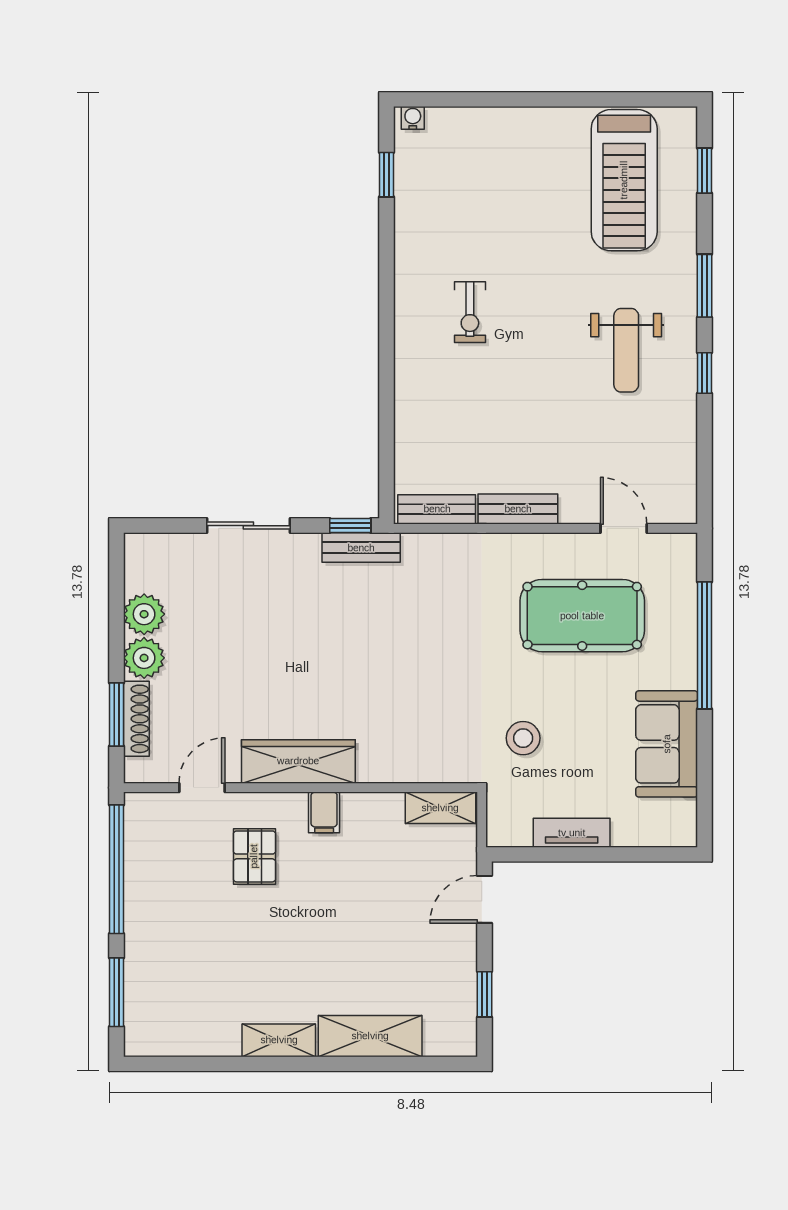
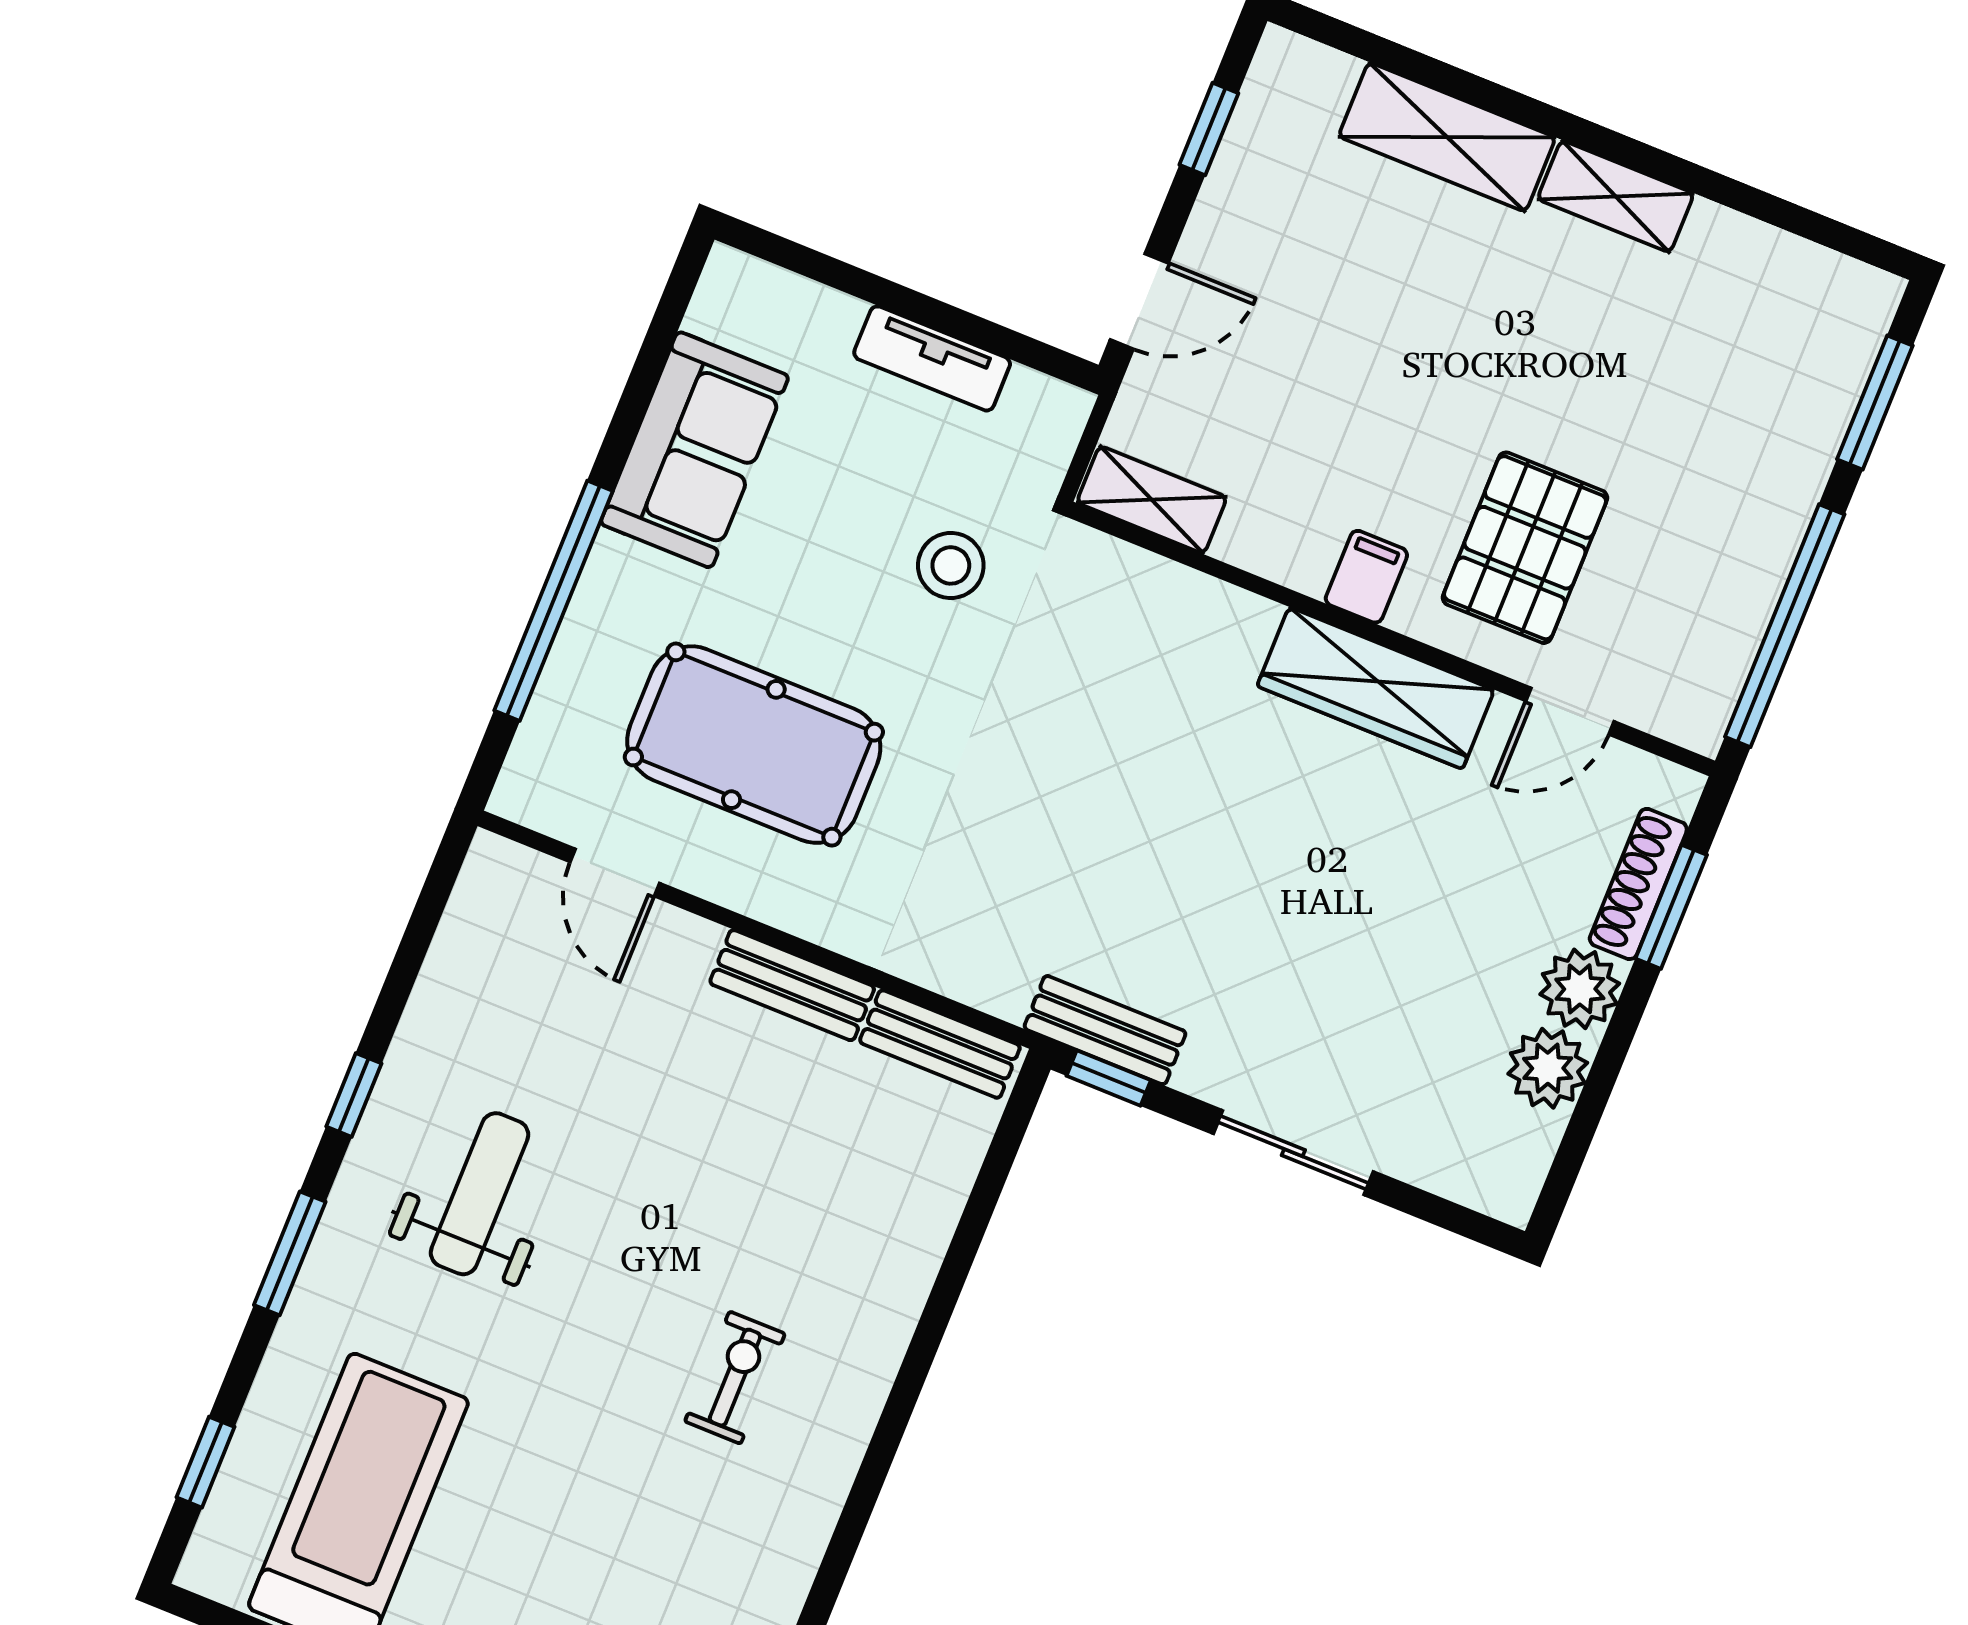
pallet: (254, 856) -> (1525, 548), width x1.50, depth x1.42

